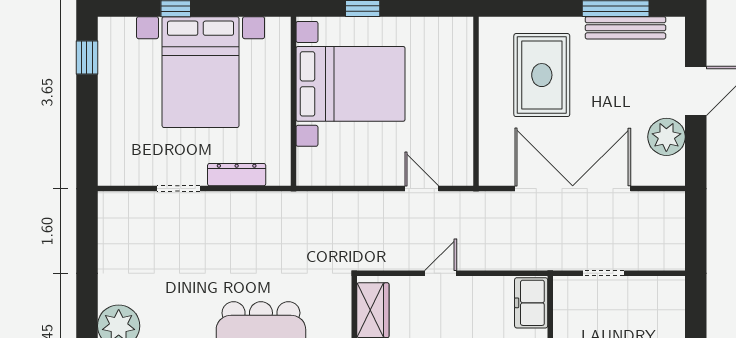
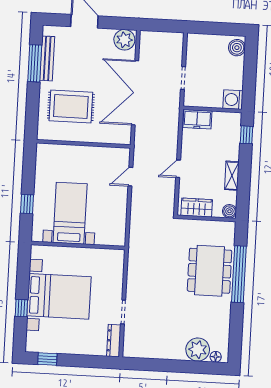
bed with nightstands: (351, 84) -> (70, 213), width x0.73
plant: (666, 137) -> (124, 40), moved
dresser: (237, 175) -> (114, 341), moved
door: (441, 273) -> (178, 169), hinge flipped

